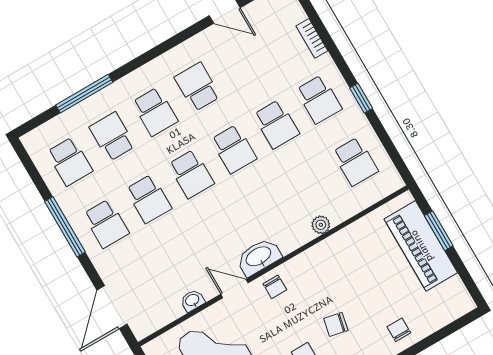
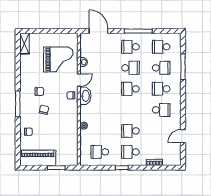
school desk: (234, 149) -> (130, 110), removed
school desk: (149, 199) -> (130, 68), turned 180
piano: (421, 246) -> (38, 158), moved

